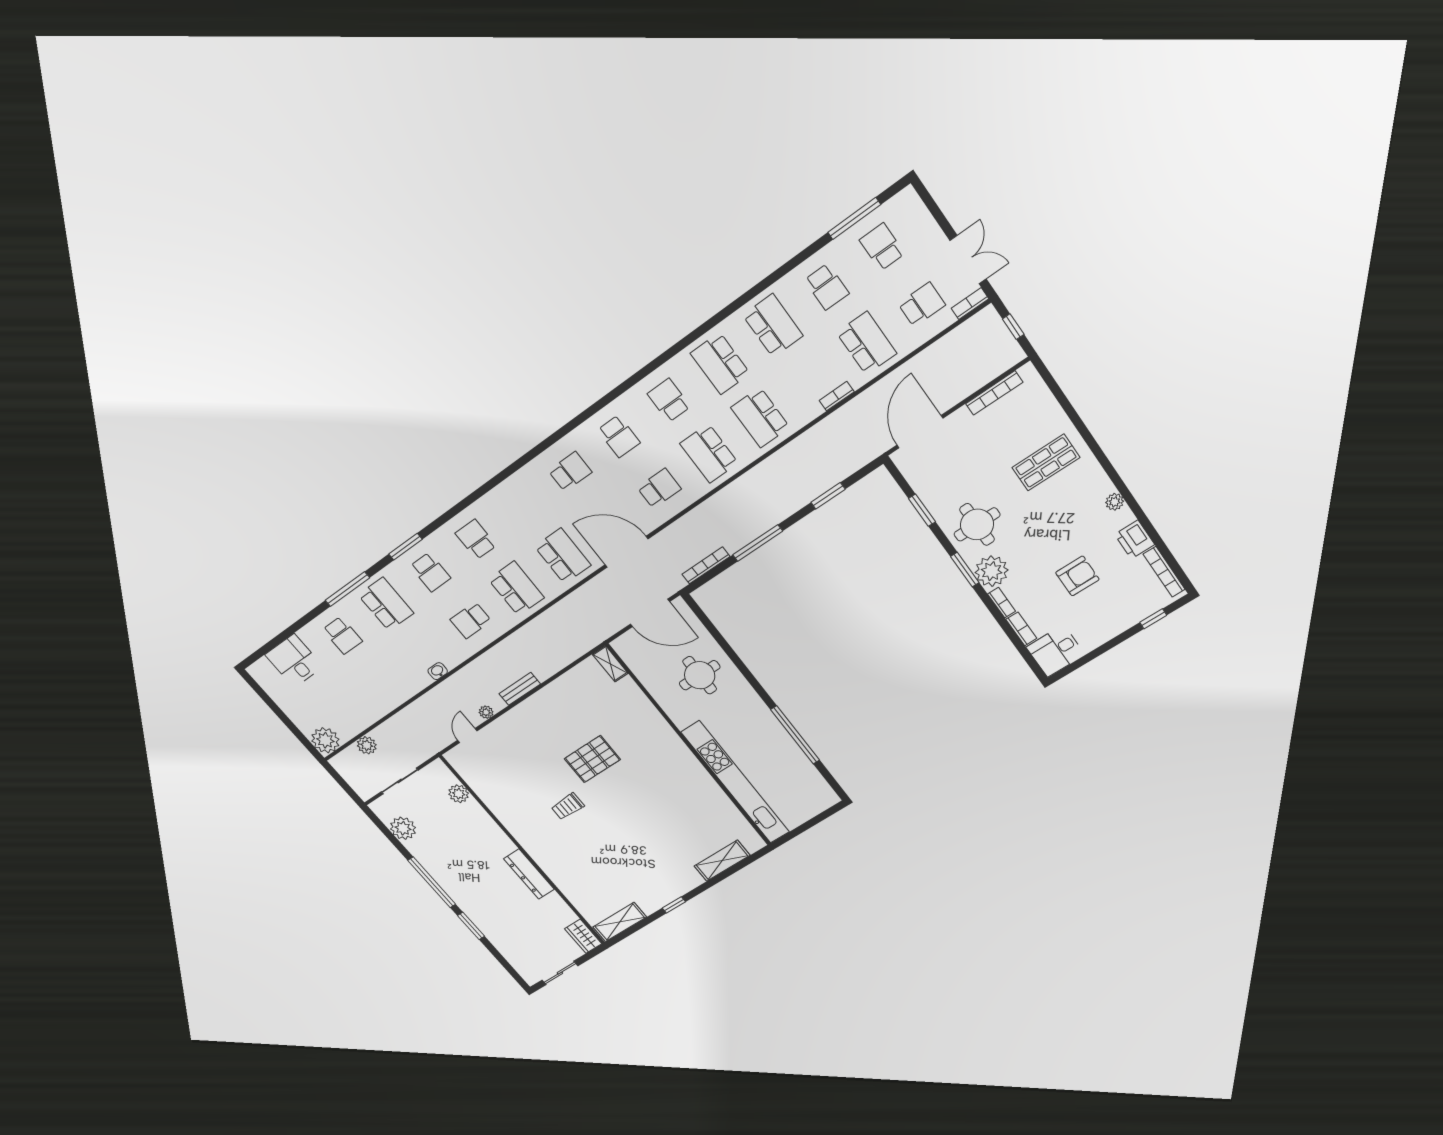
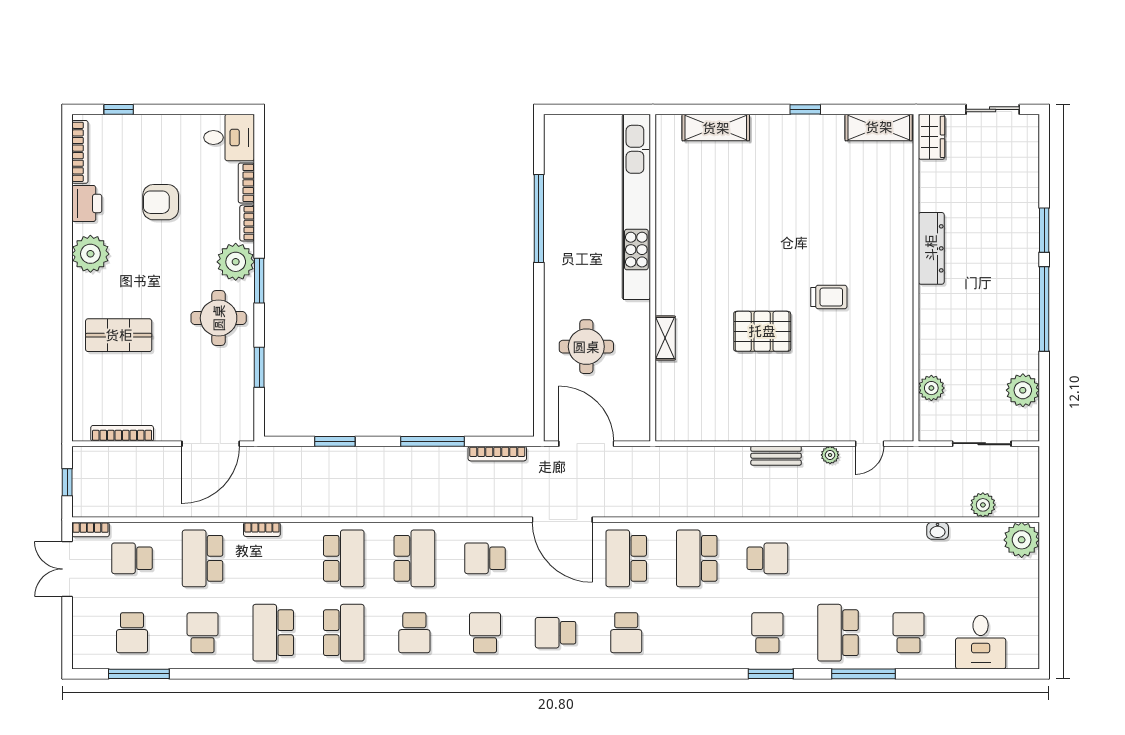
plant: (1115, 502) -> (90, 254), width x1.88, depth x1.88
school desk: (476, 539) -> (626, 633), moved
shelving: (610, 664) -> (665, 338), moved
washbasin: (438, 671) -> (938, 531), moved

